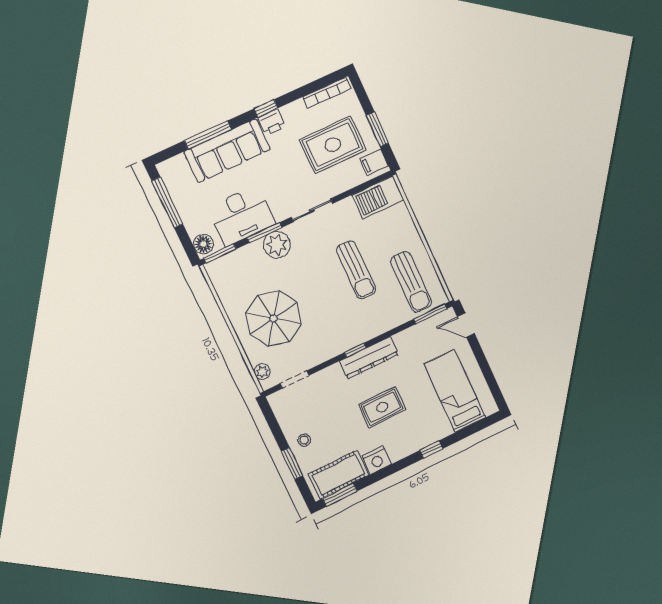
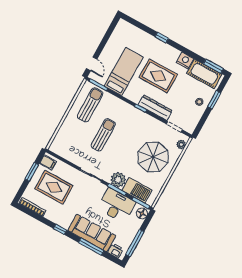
printer: (272, 122) -> (116, 251), moved
barbecue: (378, 197) -> (137, 190), moved
dresser: (369, 358) -> (155, 108), moved
bed: (455, 391) -> (124, 72), moved, turned 180
rug: (382, 407) -> (158, 76), width x1.36, depth x1.43

